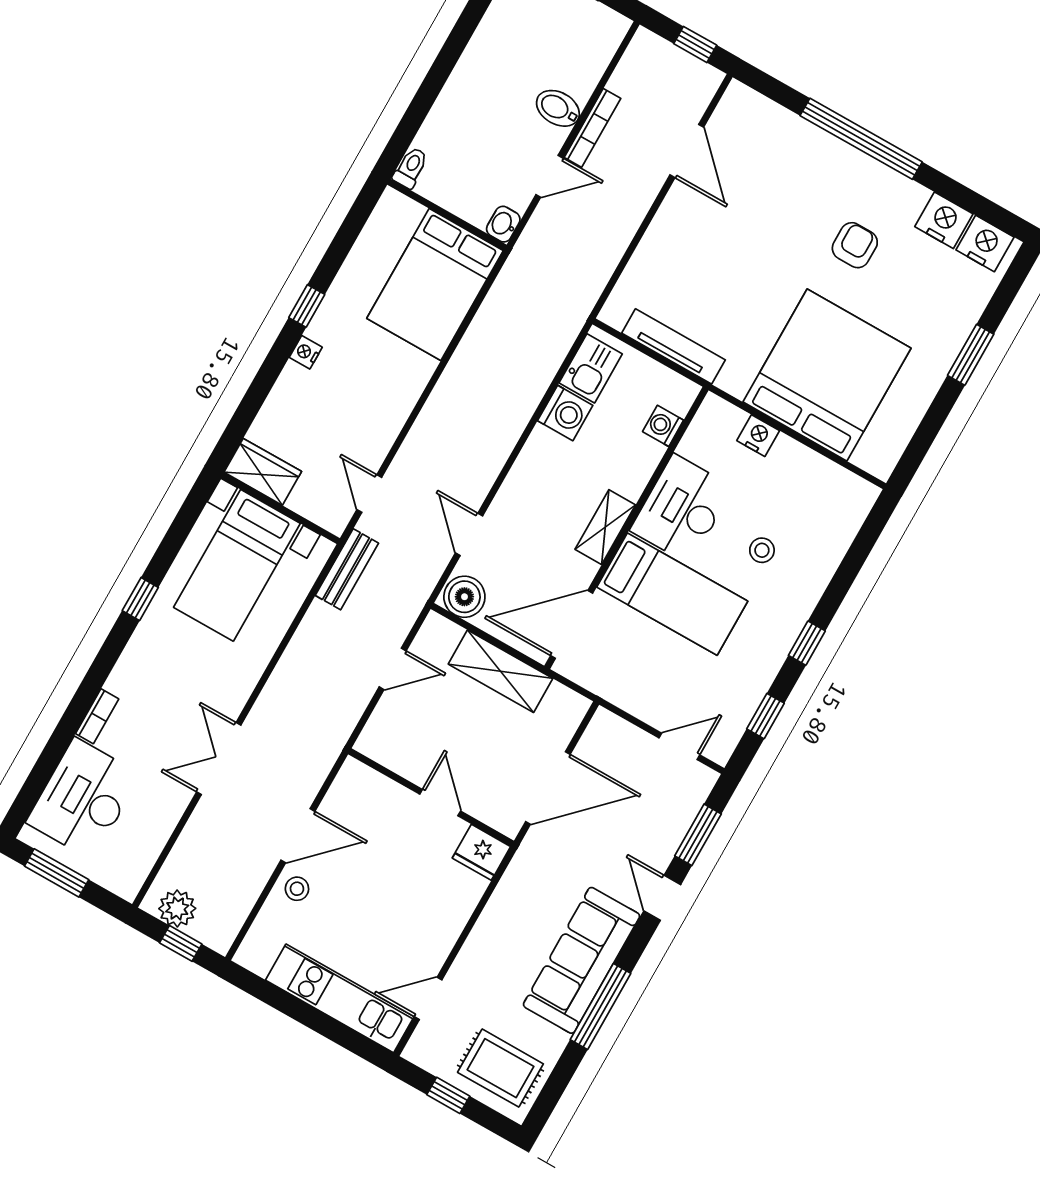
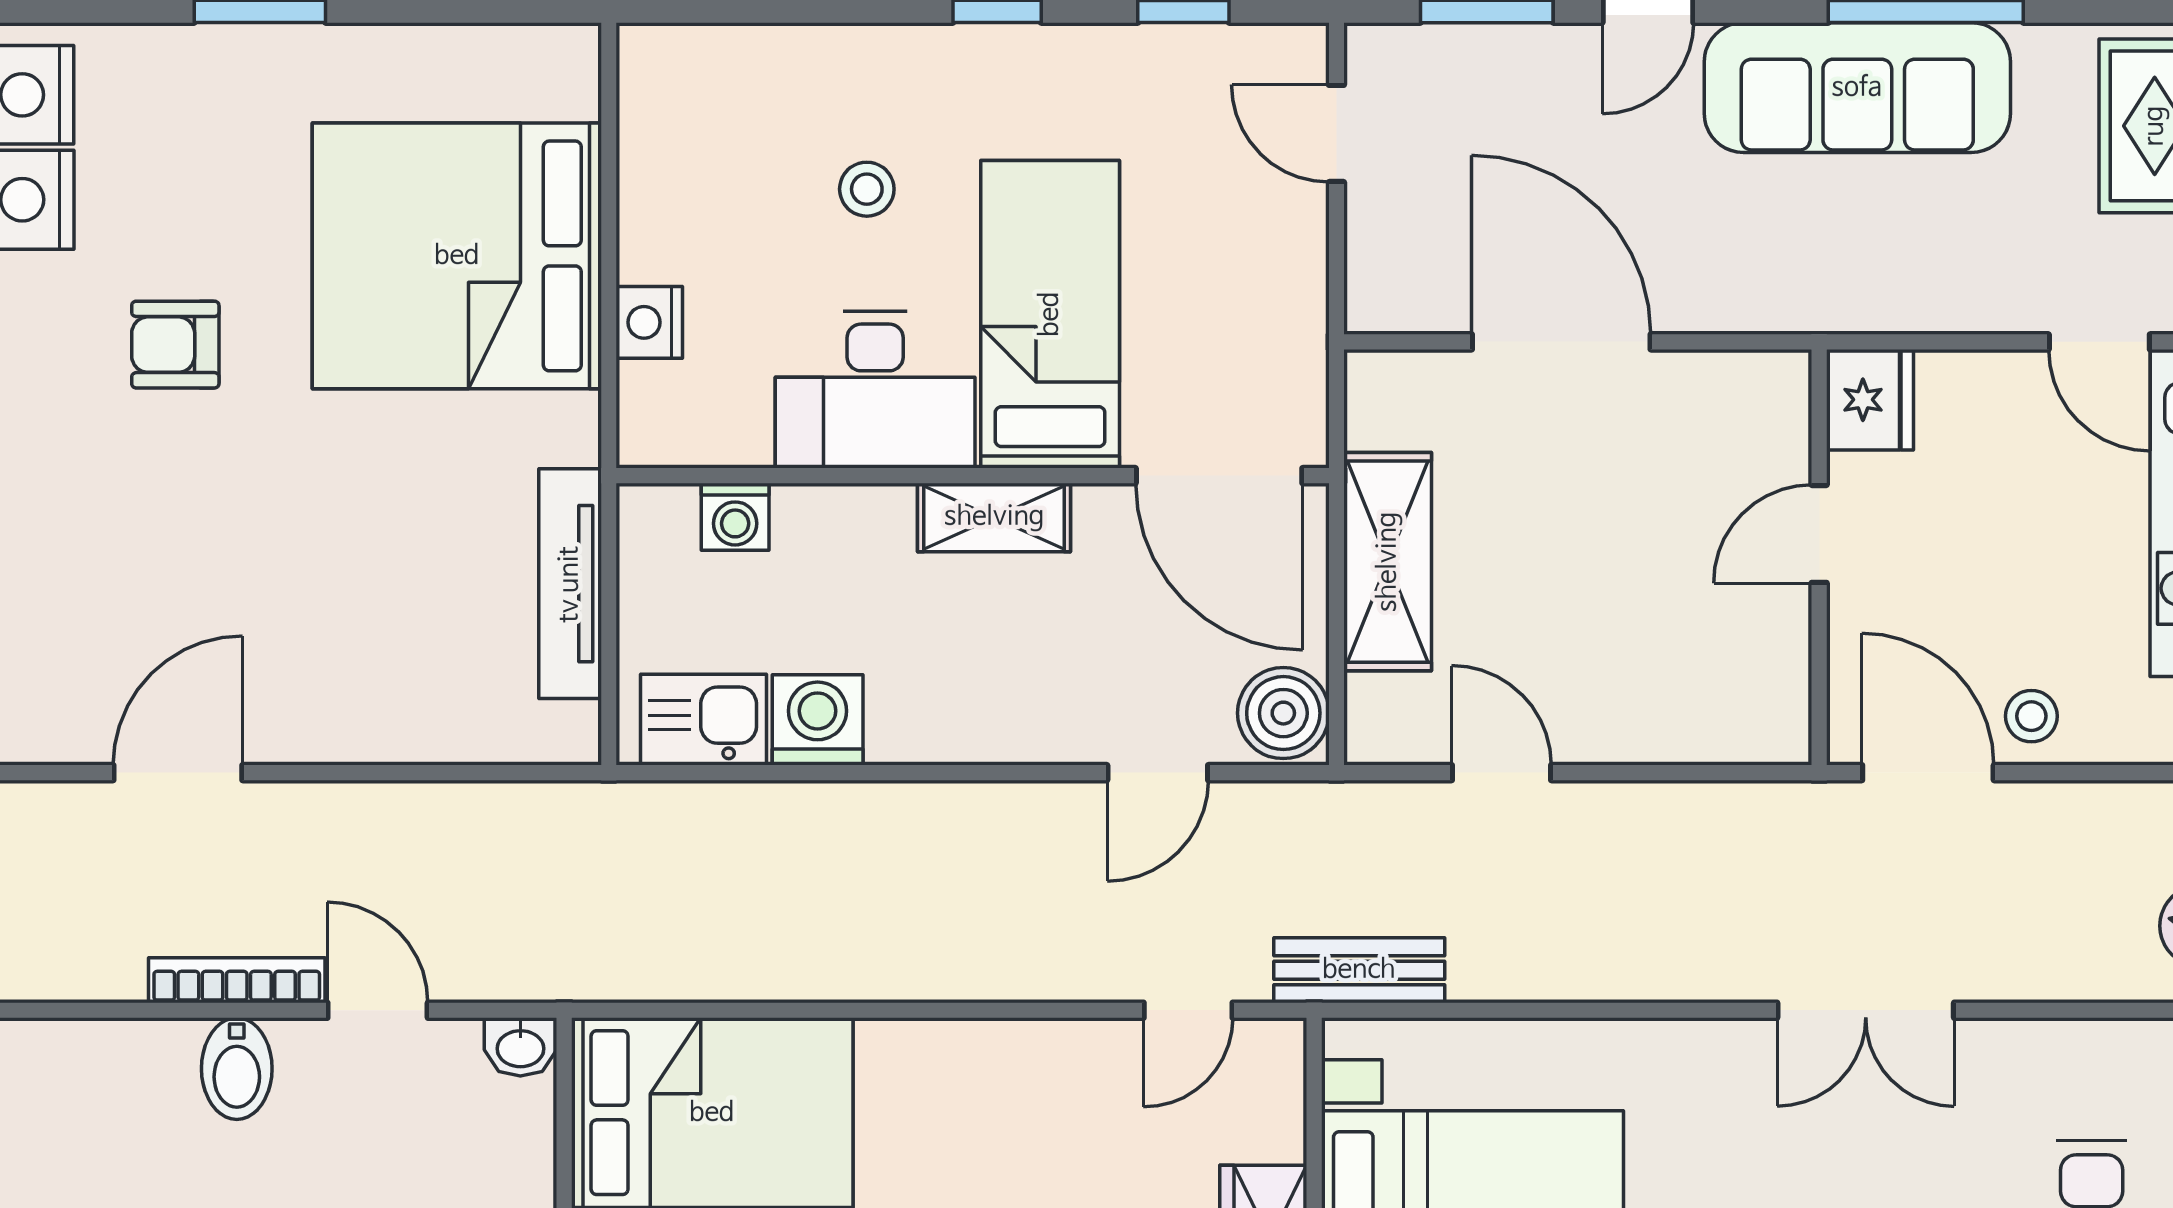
wall: (431, 797) -> (1819, 557), moved
door: (440, 803) -> (1819, 534), moved
fridge: (481, 852) -> (1870, 400), moved

